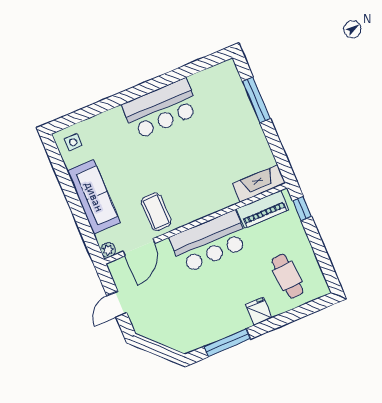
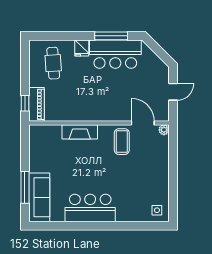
fireplace: (259, 183) -> (80, 132), moved
sofa: (94, 197) -> (39, 197), moved, turned 180
piano: (263, 209) -> (36, 104), moved, turned 90
bar counter: (210, 242) -> (115, 54), moved, turned 180
door: (139, 247) -> (143, 123), hinge flipped

